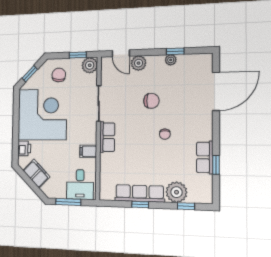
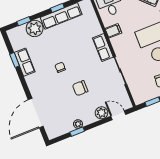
plant: (90, 65) -> (139, 97), removed

